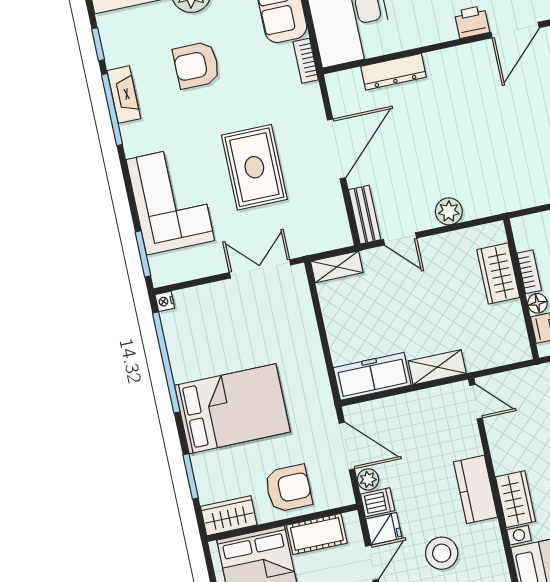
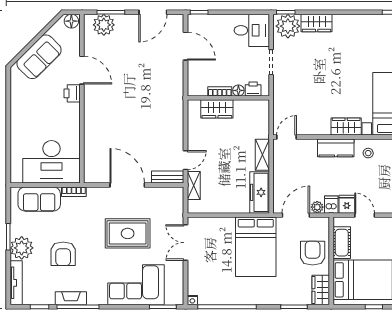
dresser: (393, 72) -> (91, 144), removed
plant: (449, 211) -> (176, 129), removed
shelving: (337, 267) -> (194, 186), moved
bed: (232, 409) -> (256, 247), moved, turned 180
stool: (442, 553) -> (368, 153), moved, width x0.53, depth x0.53

